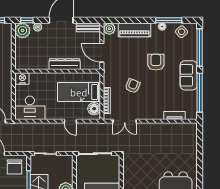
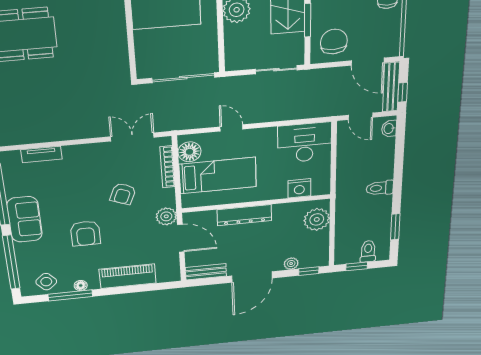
plant: (109, 29) -> (166, 216), moved
plant: (22, 30) -> (317, 219), moved
nightstand: (22, 79) -> (299, 188), moved

